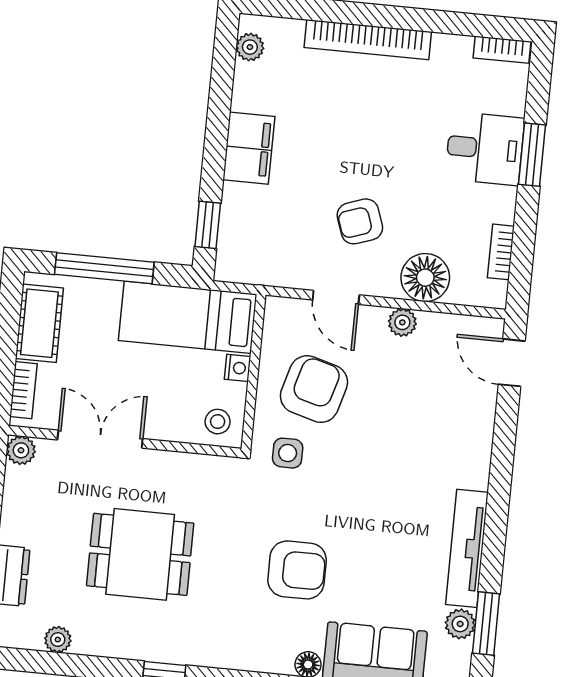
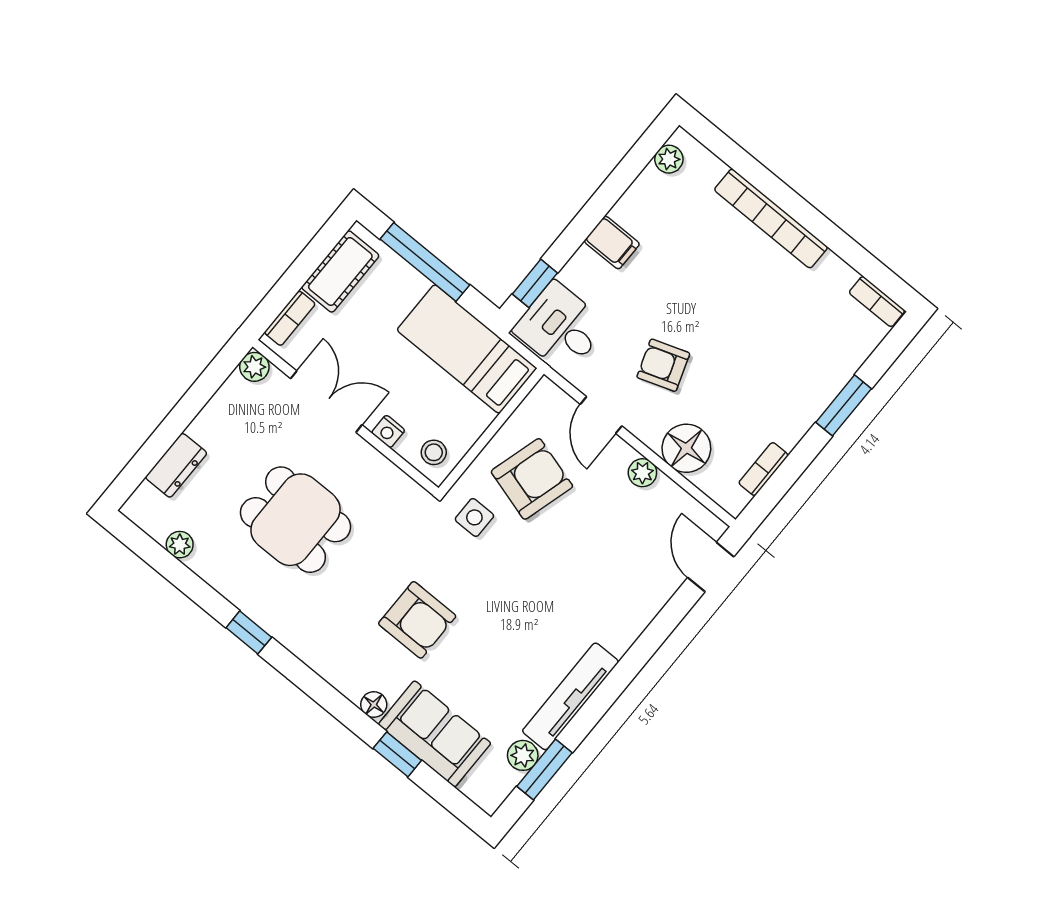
filing cabinet: (249, 148) -> (612, 243), width x0.50
desk: (485, 148) -> (560, 327), moved, turned 180
nightstand: (238, 368) -> (388, 431), moved, turned 90

